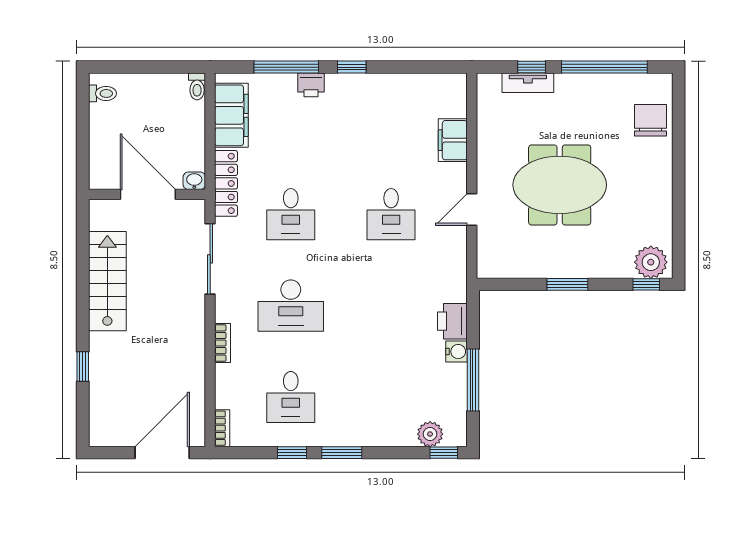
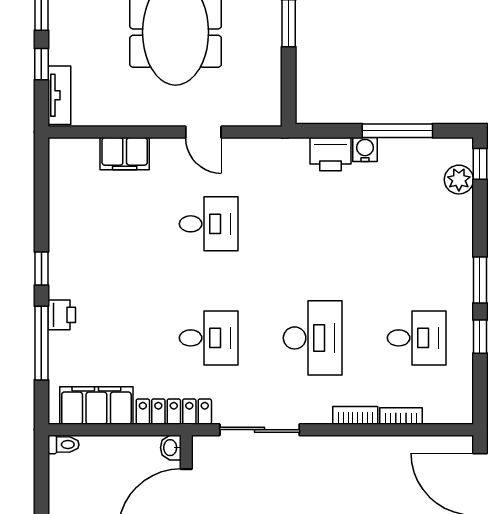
tv unit: (528, 83) -> (59, 95), moved
bookcase: (222, 428) -> (401, 416), moved

